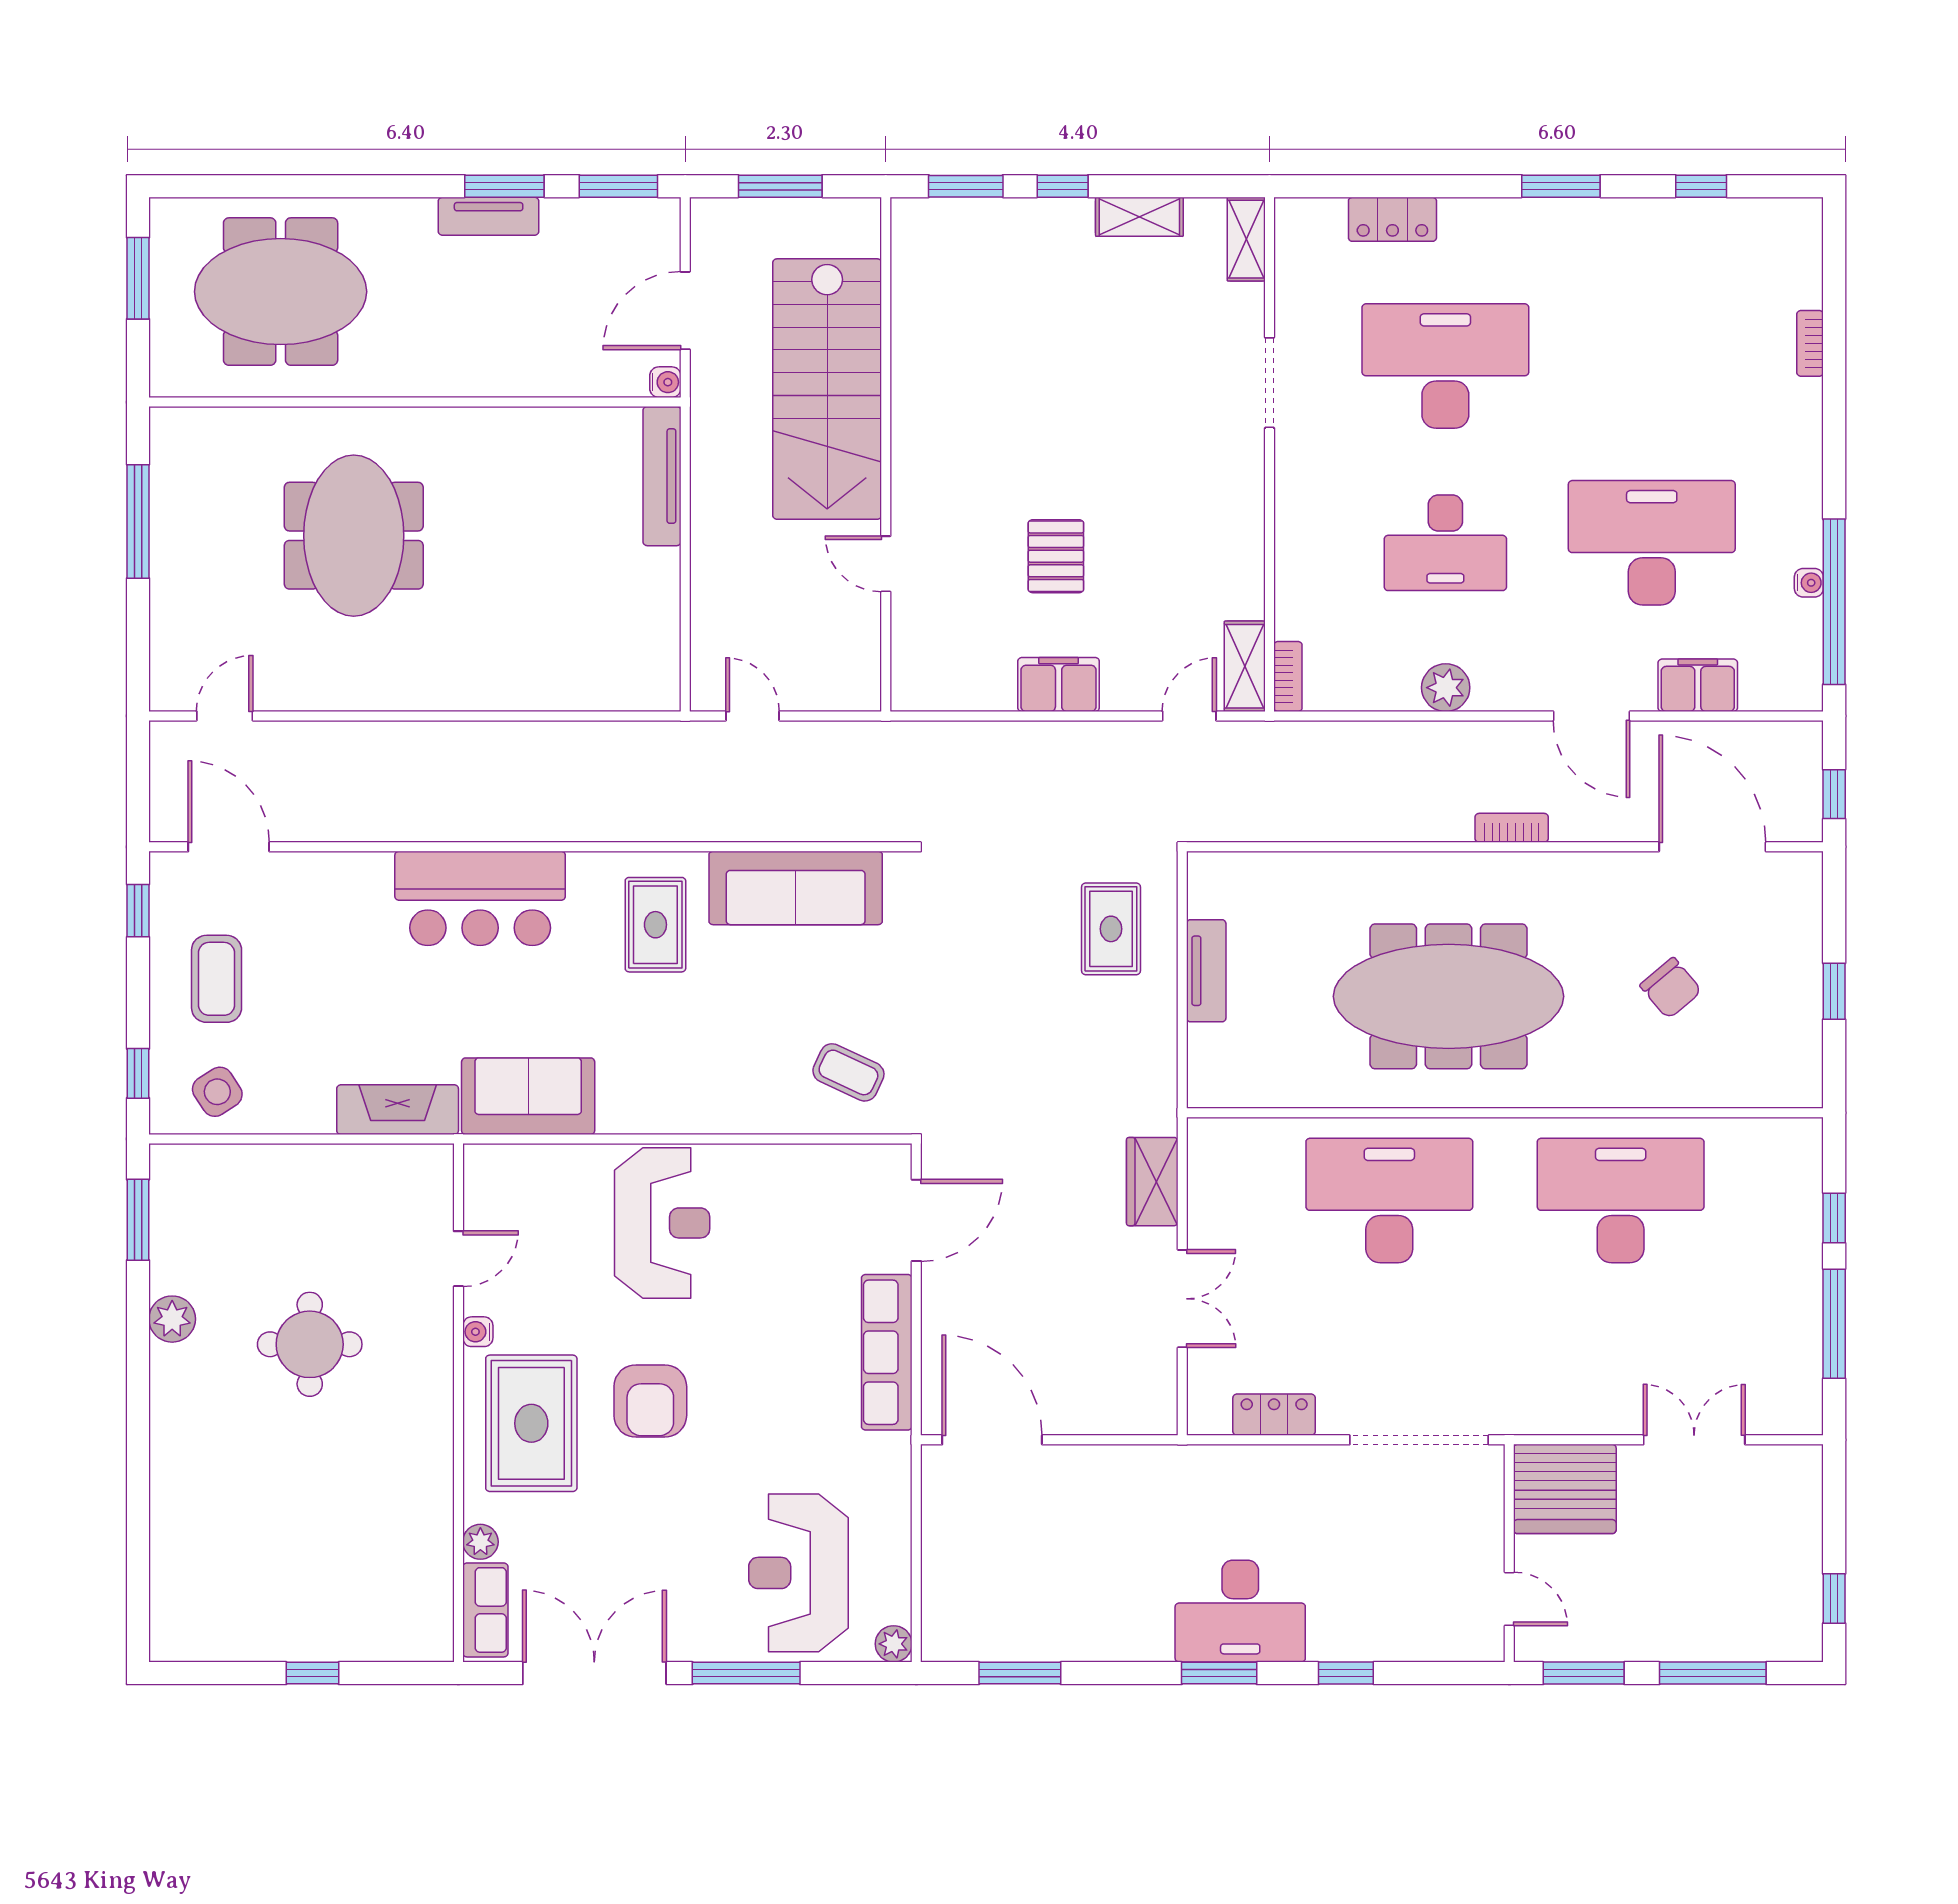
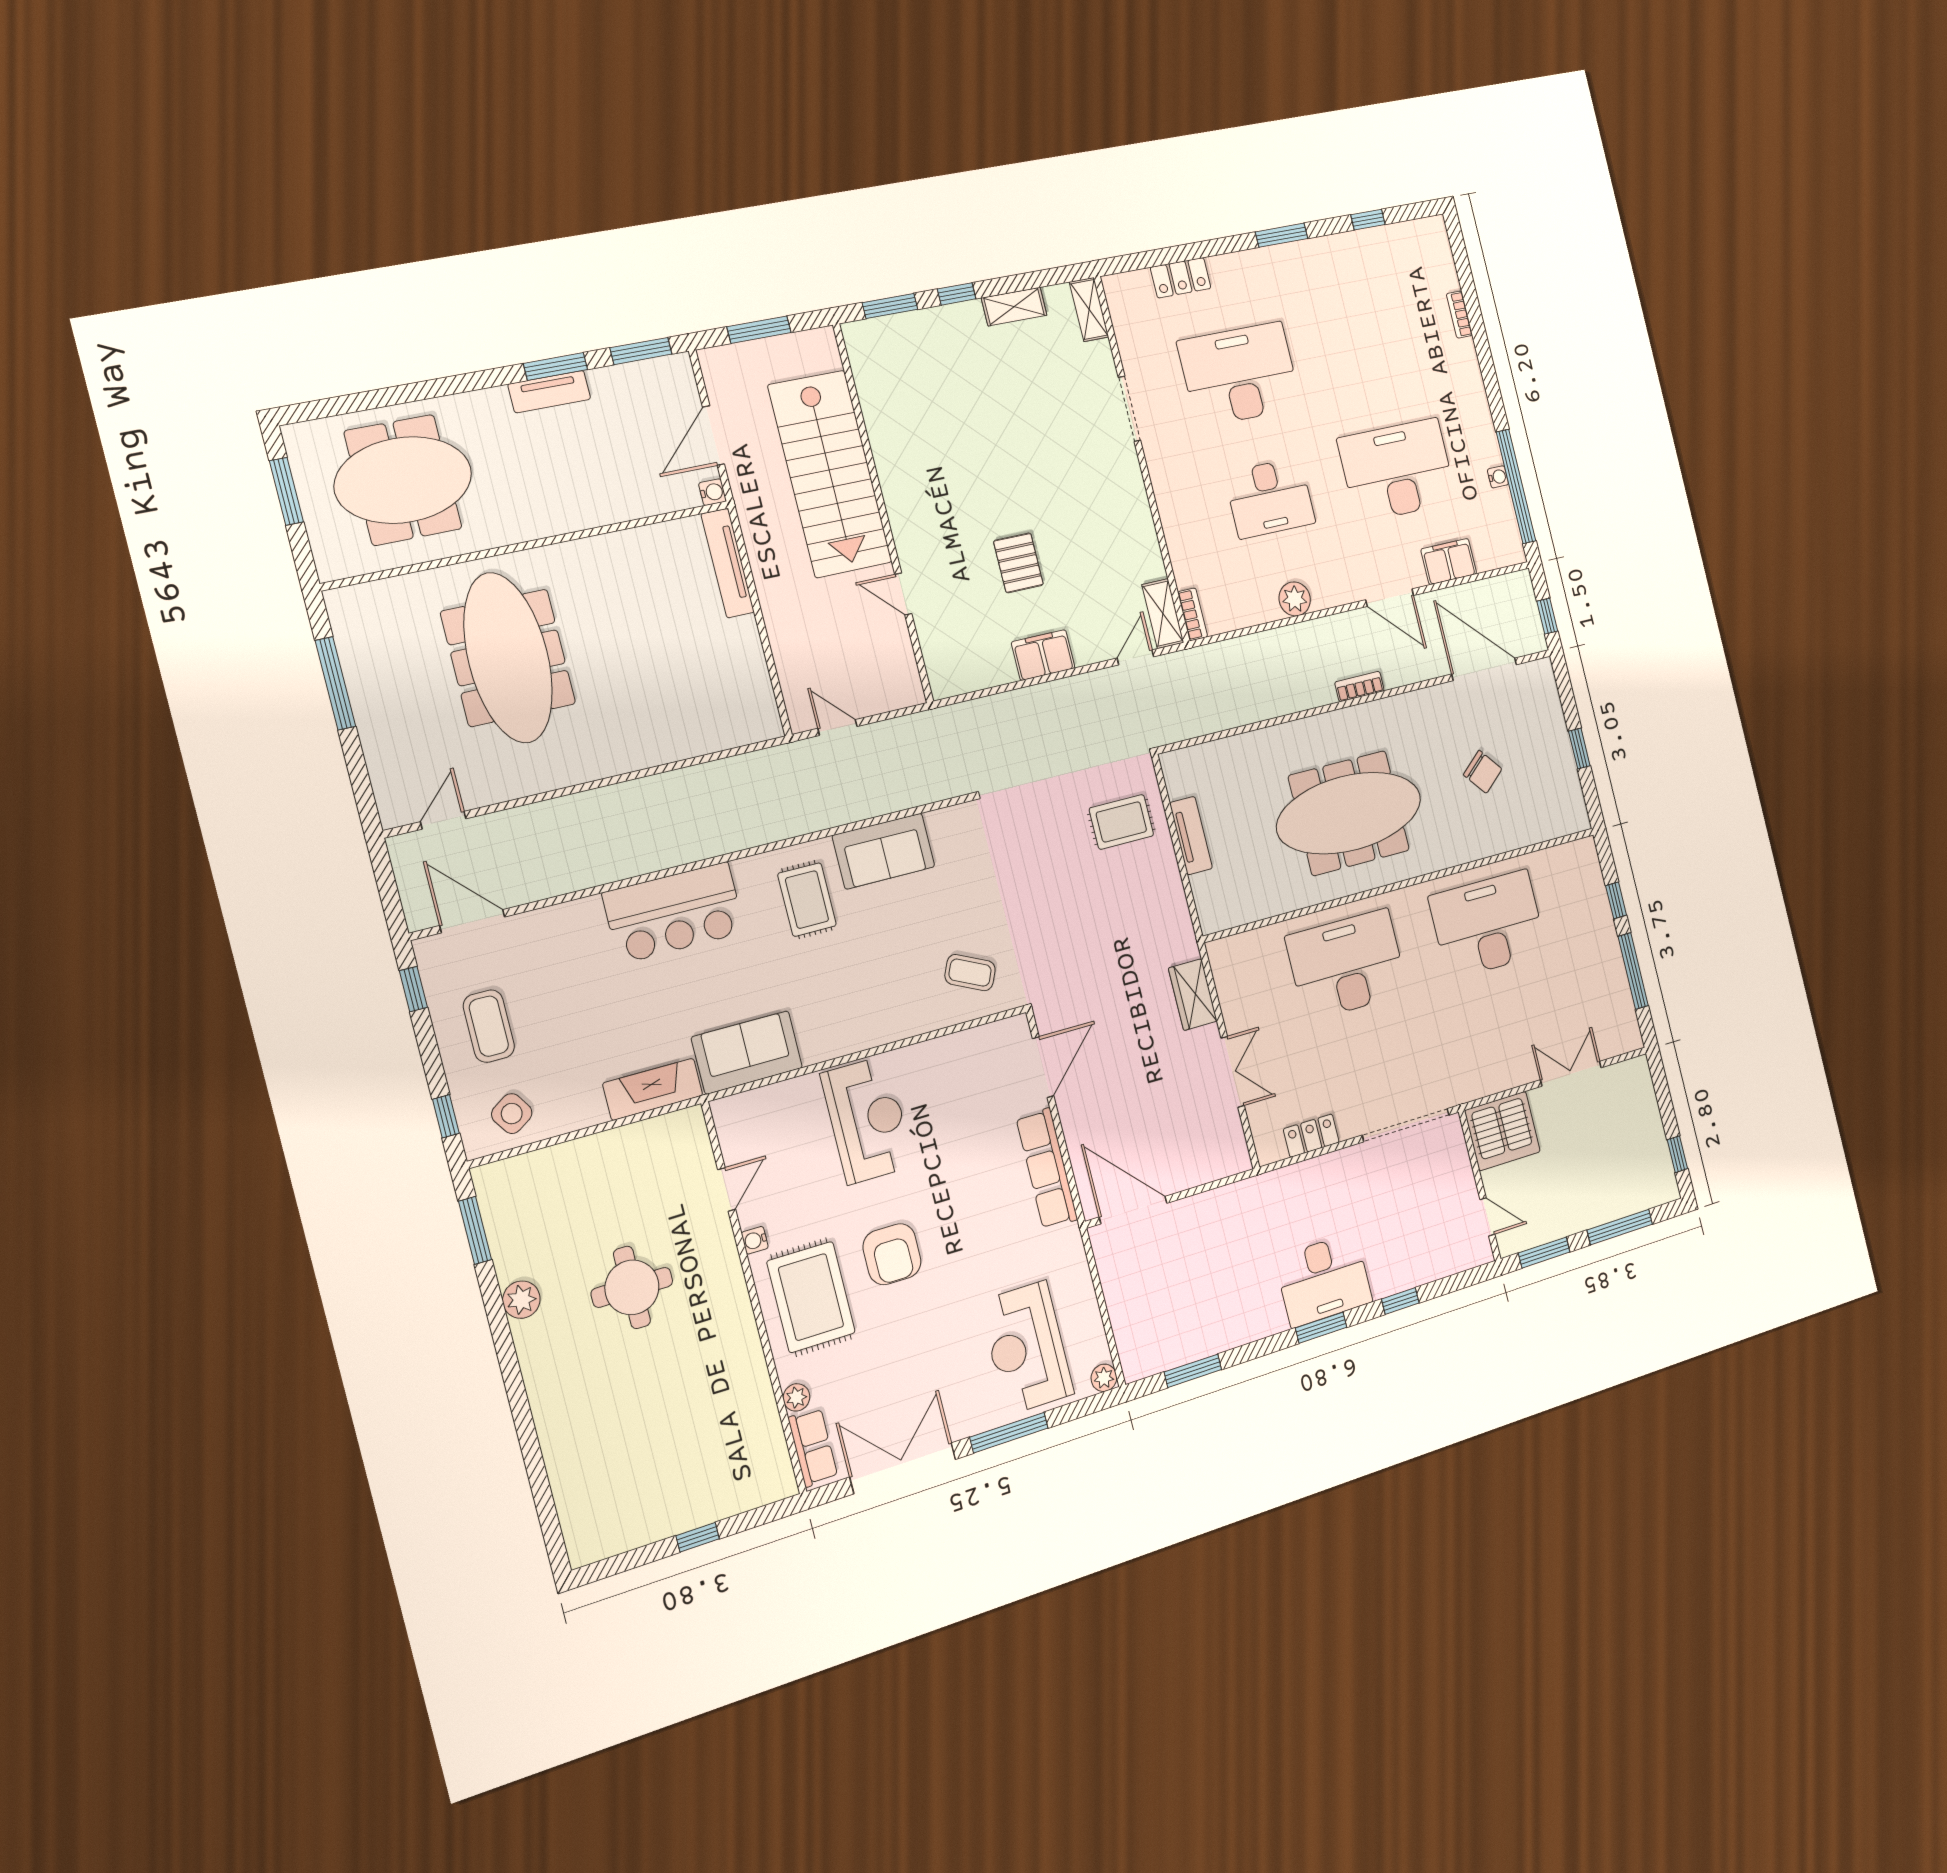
meeting table: (354, 536) -> (508, 658), width x1.36
sofa: (796, 888) -> (884, 851), width x0.73
rug: (1111, 929) -> (1121, 822), turned 90

